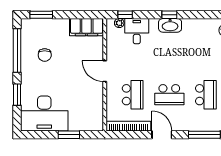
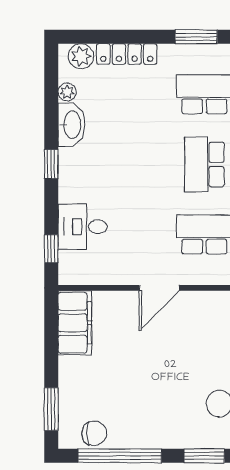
plant: (119, 23) -> (67, 92), moved
washbasin: (170, 25) -> (71, 125), moved
chair: (45, 55) -> (94, 433), moved
school desk: (169, 95) -> (204, 164), turned 180

